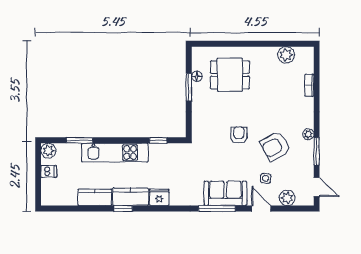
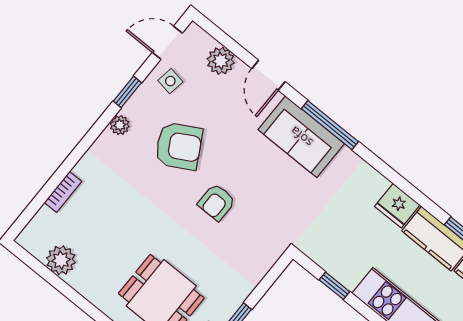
window: (317, 151) -> (127, 92), width x0.67
side table: (266, 178) -> (170, 81), moved
door: (317, 187) -> (167, 43), hinge flipped

